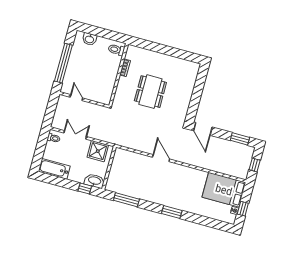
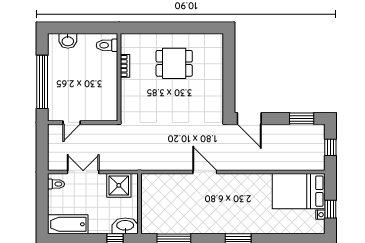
dining table: (150, 92) -> (174, 63), moved, width x0.73
door: (76, 98) -> (72, 123), swing flipped

